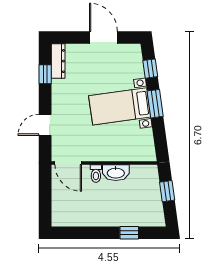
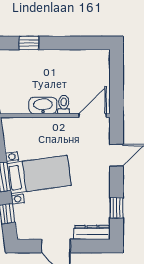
dresser: (58, 61) -> (92, 233), moved, turned 90
door: (68, 163) -> (92, 115), hinge flipped

